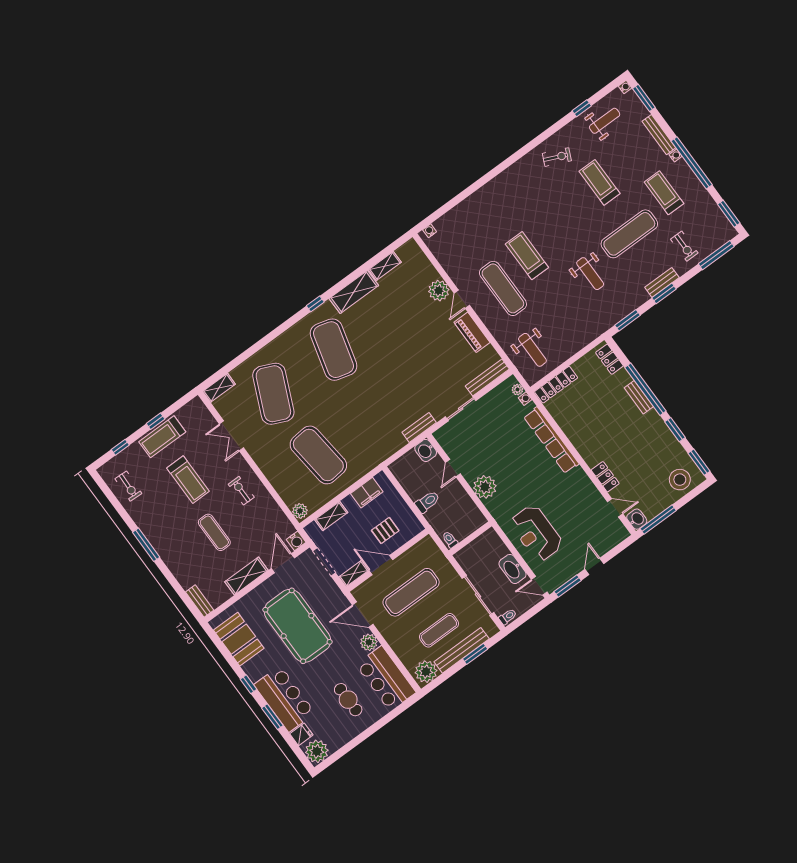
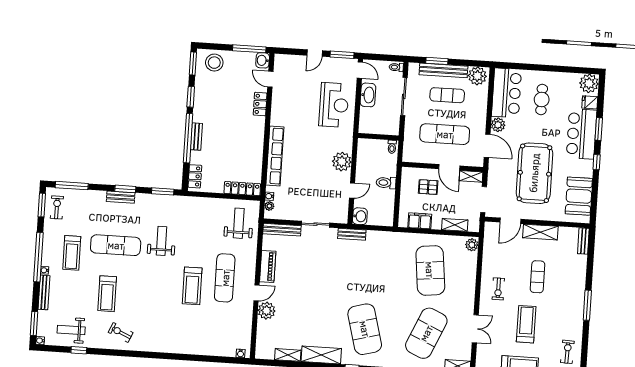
exercise bike: (684, 246) -> (57, 207), moved
exercise mat: (334, 350) -> (365, 329), turned -30
water cooler: (296, 541) -> (490, 228), removed

